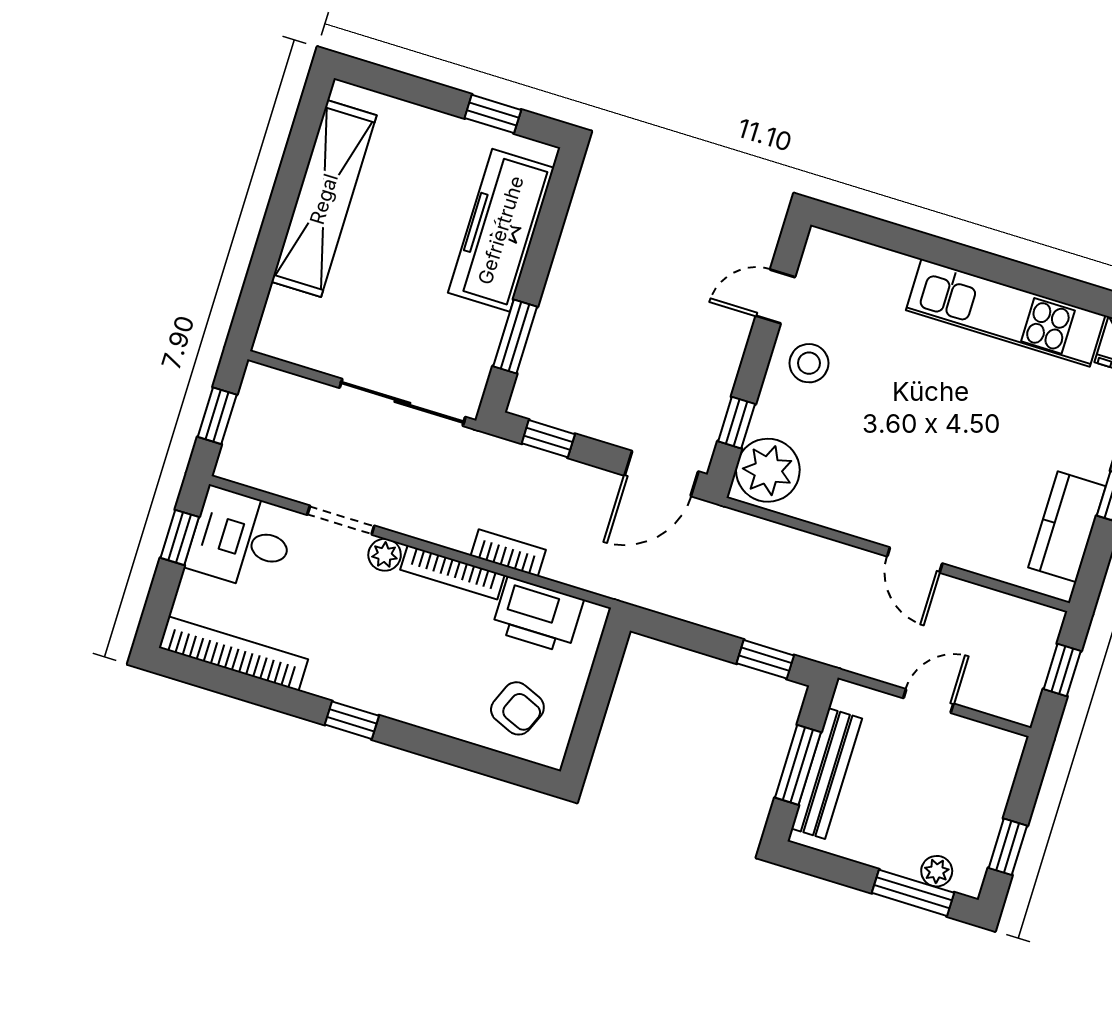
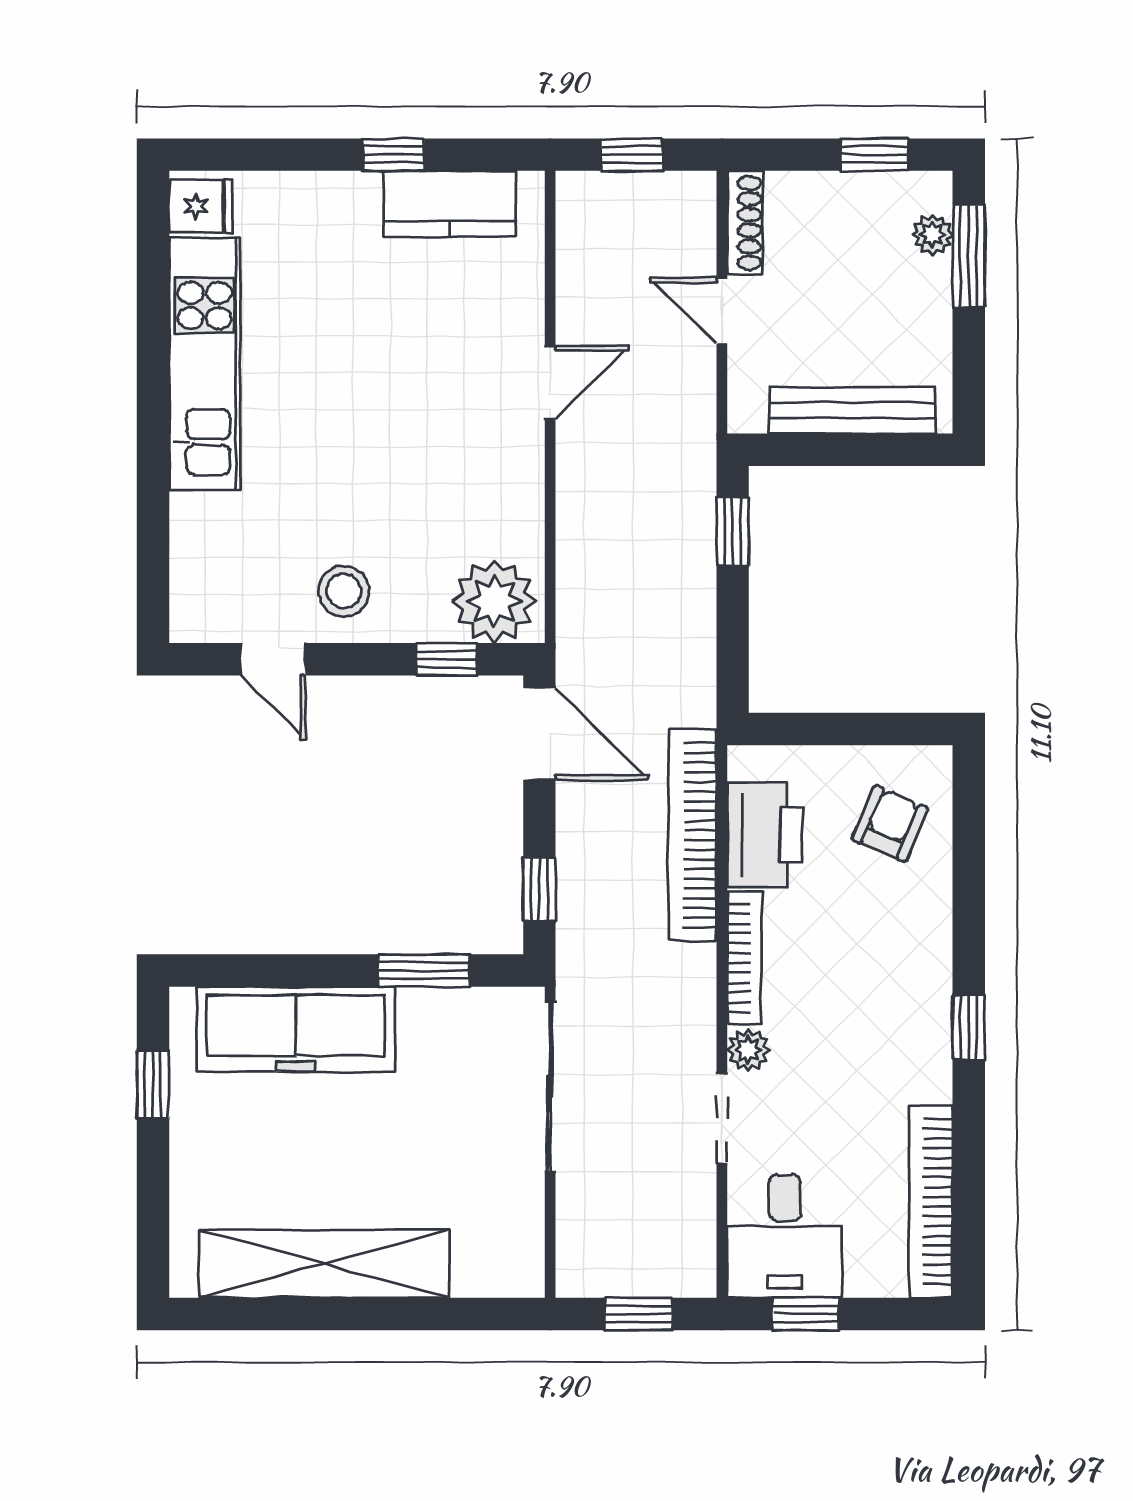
bookcase: (508, 553) -> (692, 835), width x2.31, depth x1.31
shoe rack: (987, 737) -> (745, 223), added
window: (798, 765) -> (853, 450), removed

